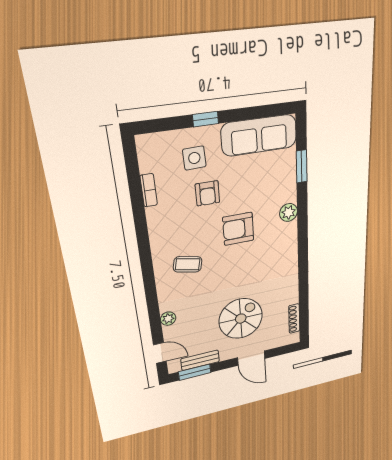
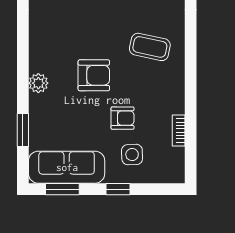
window: (262, 112) -> (62, 189), added
armchair: (207, 193) -> (123, 118), turned 90
coffee table: (188, 264) -> (150, 47), width x1.36, depth x1.30

